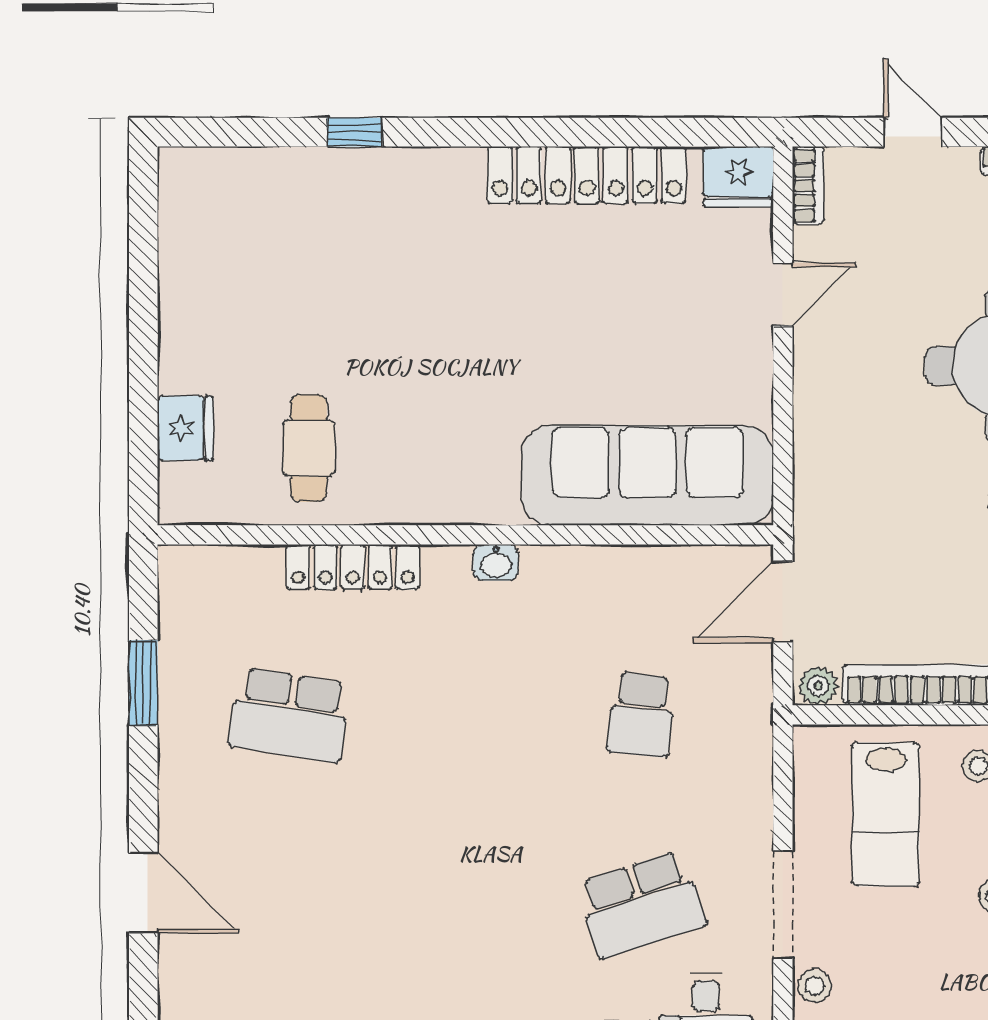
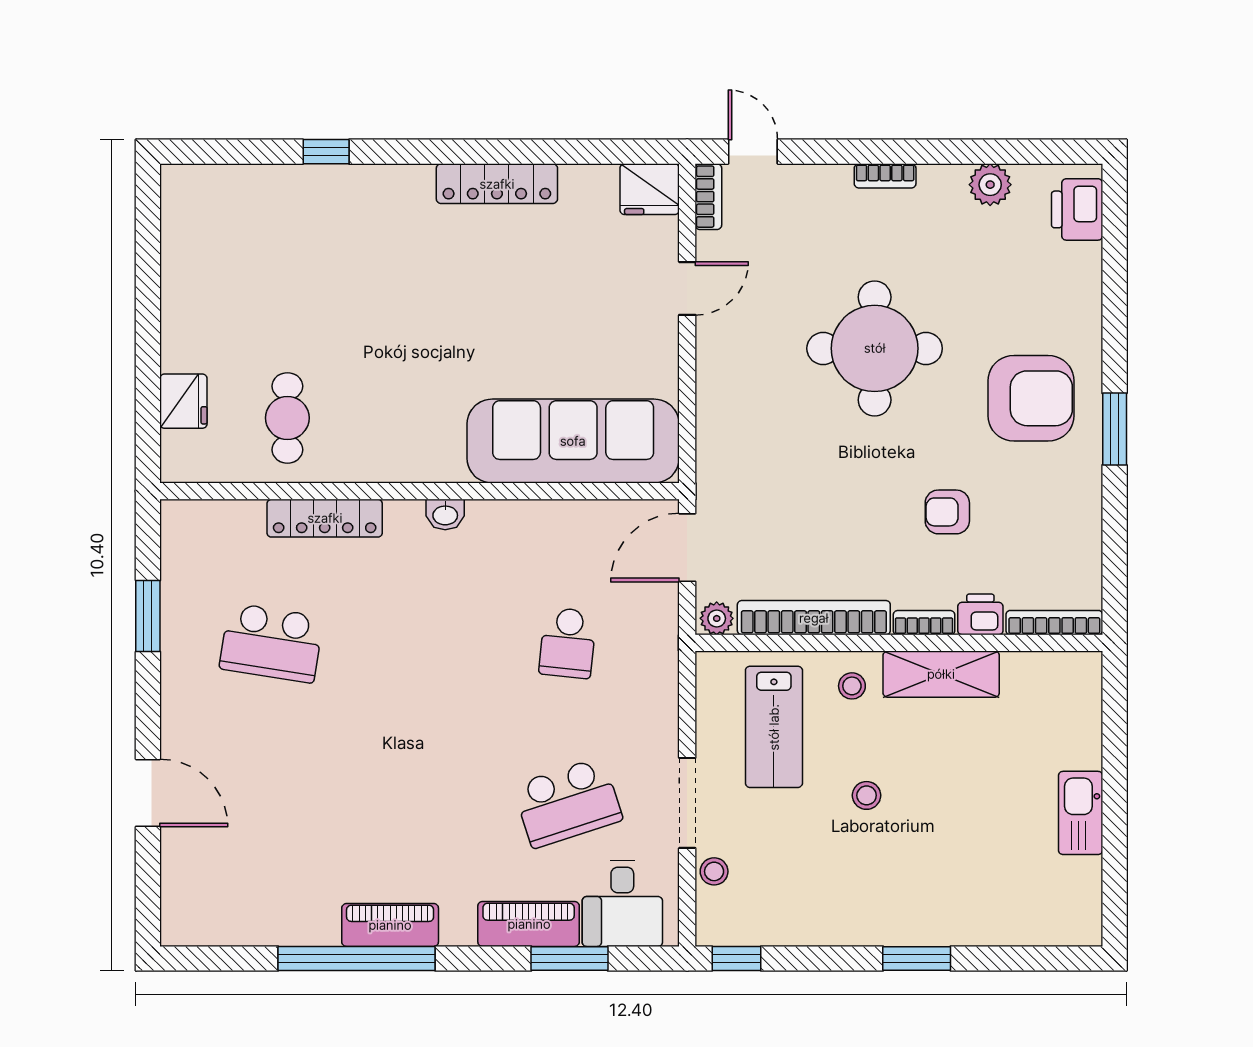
door: (913, 132) -> (753, 152), moved
locker: (587, 175) -> (497, 184), width x0.71, depth x0.83

